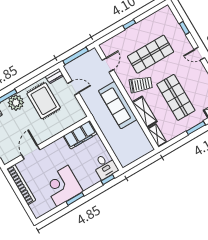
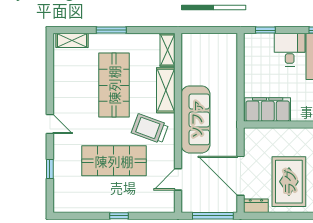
door: (73, 88) -> (240, 176), width x1.88
desk: (105, 166) -> (290, 50), moved

